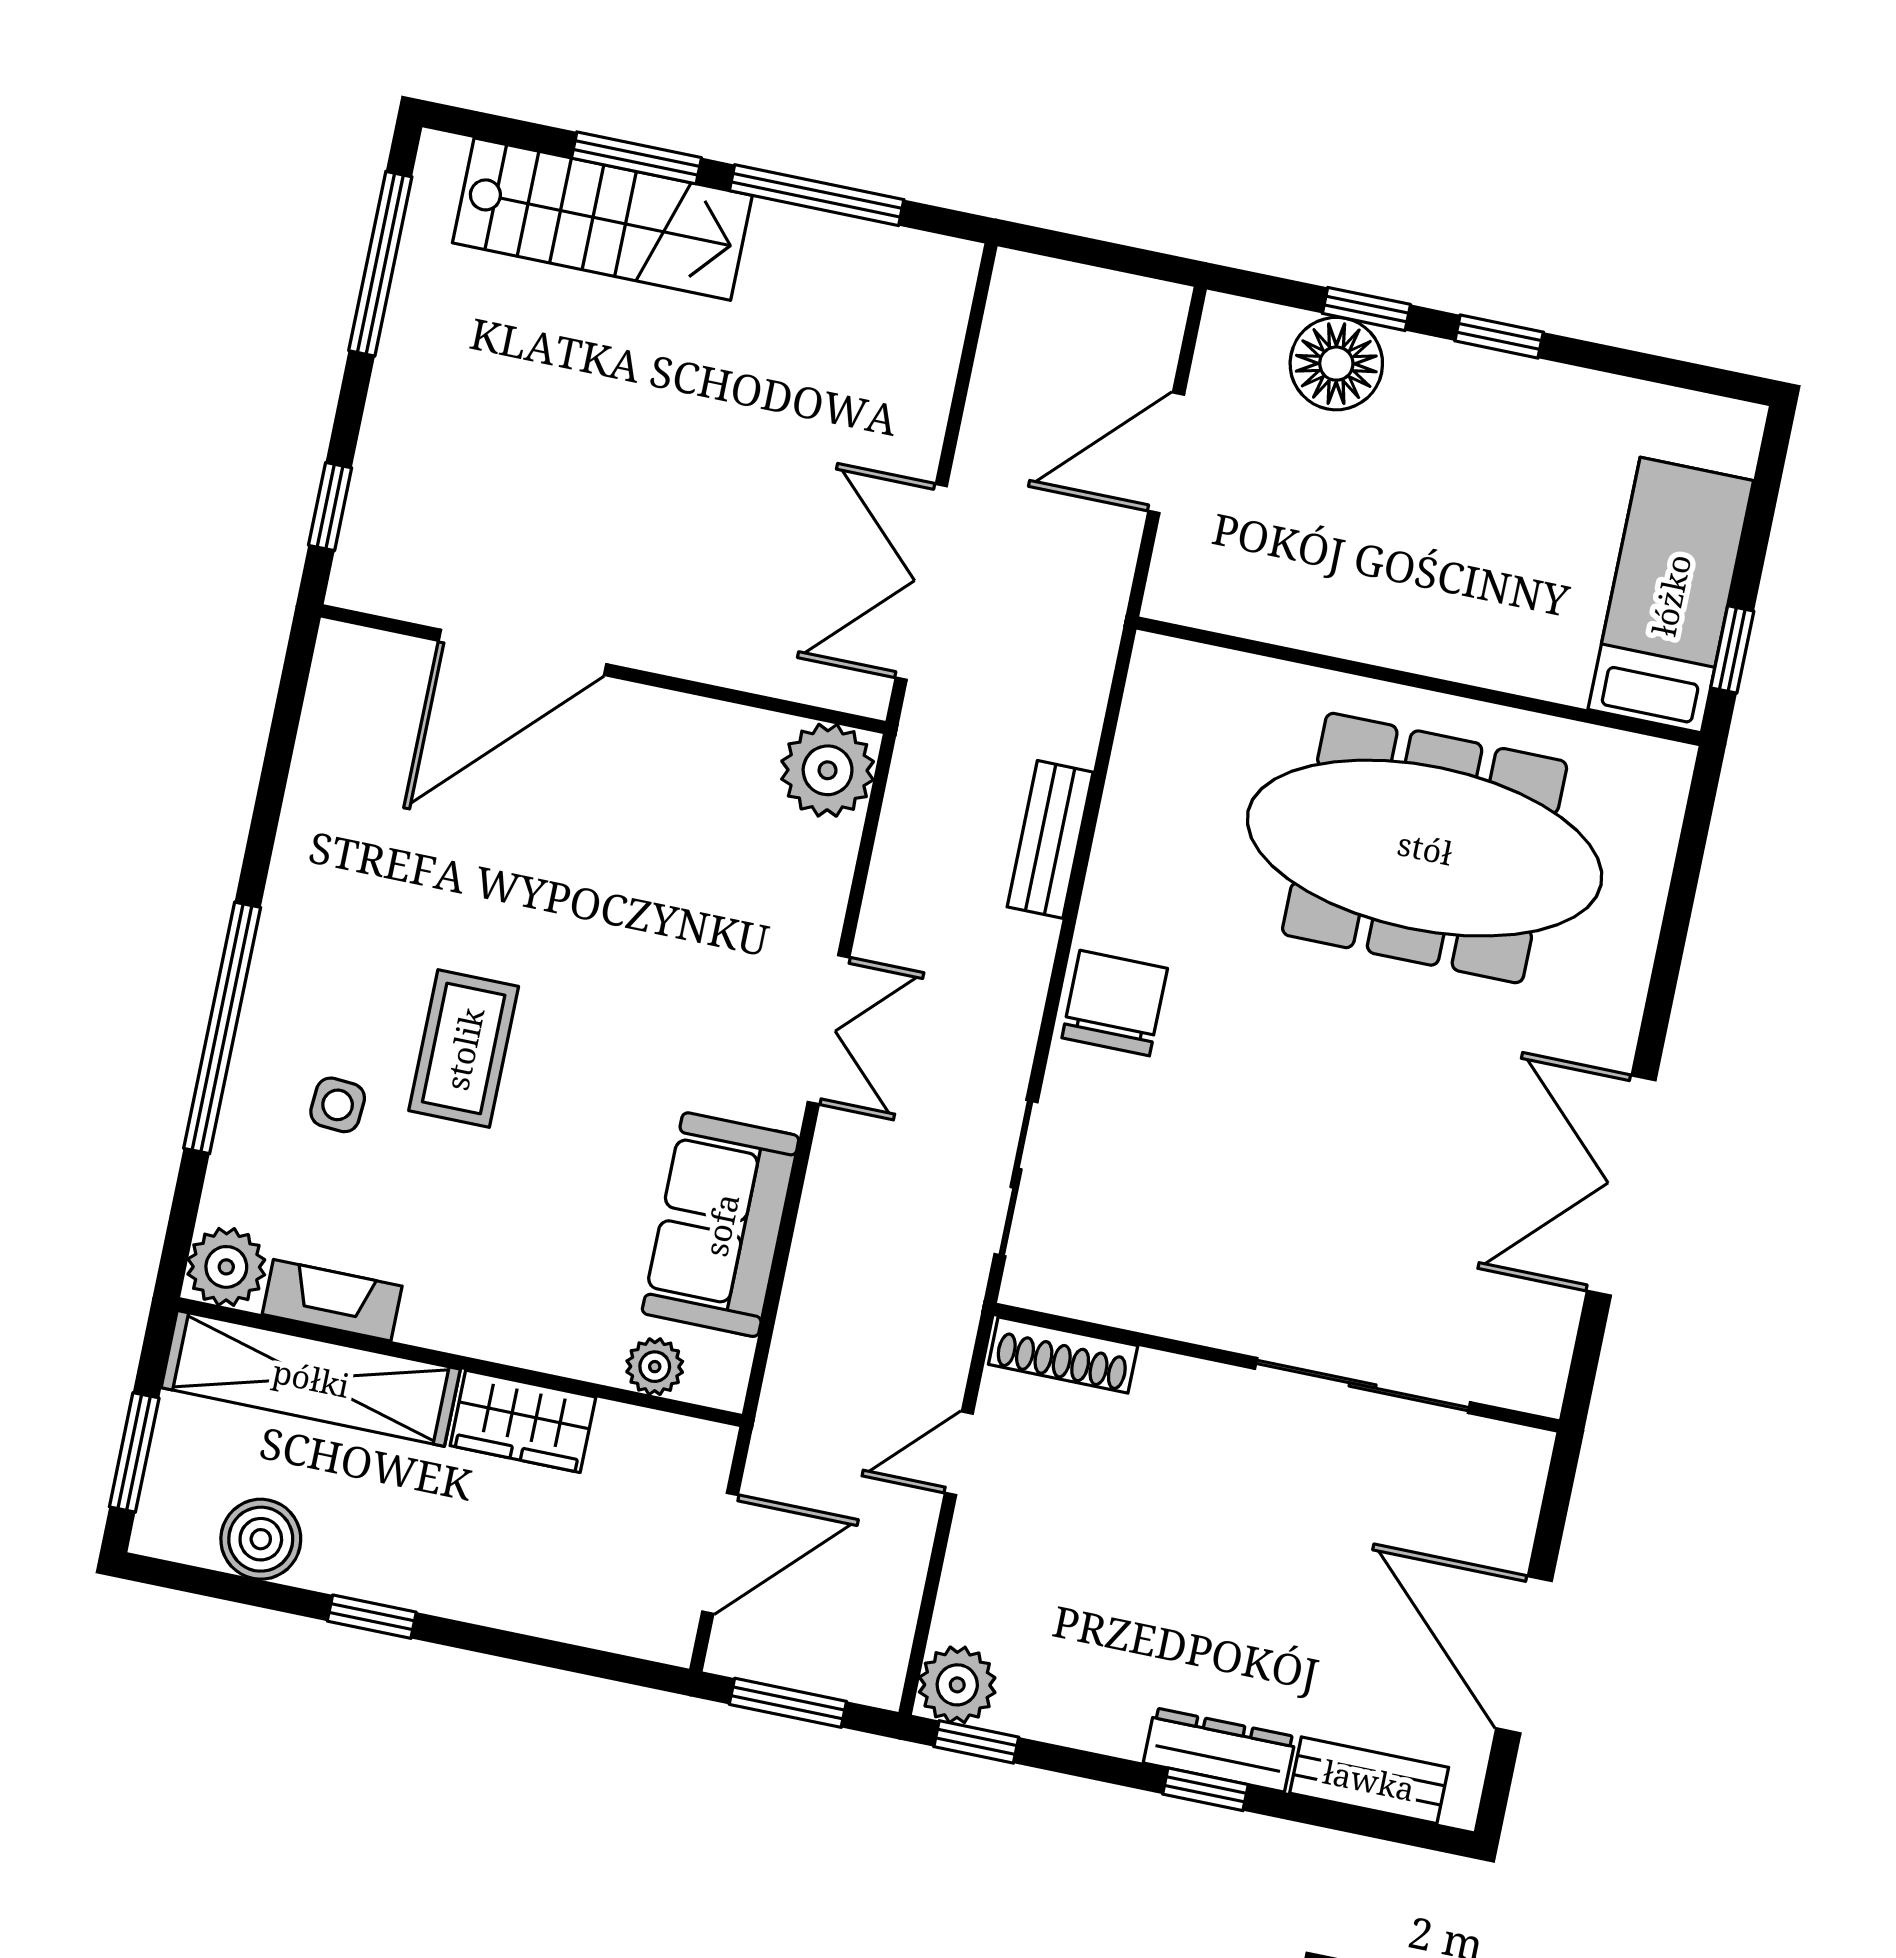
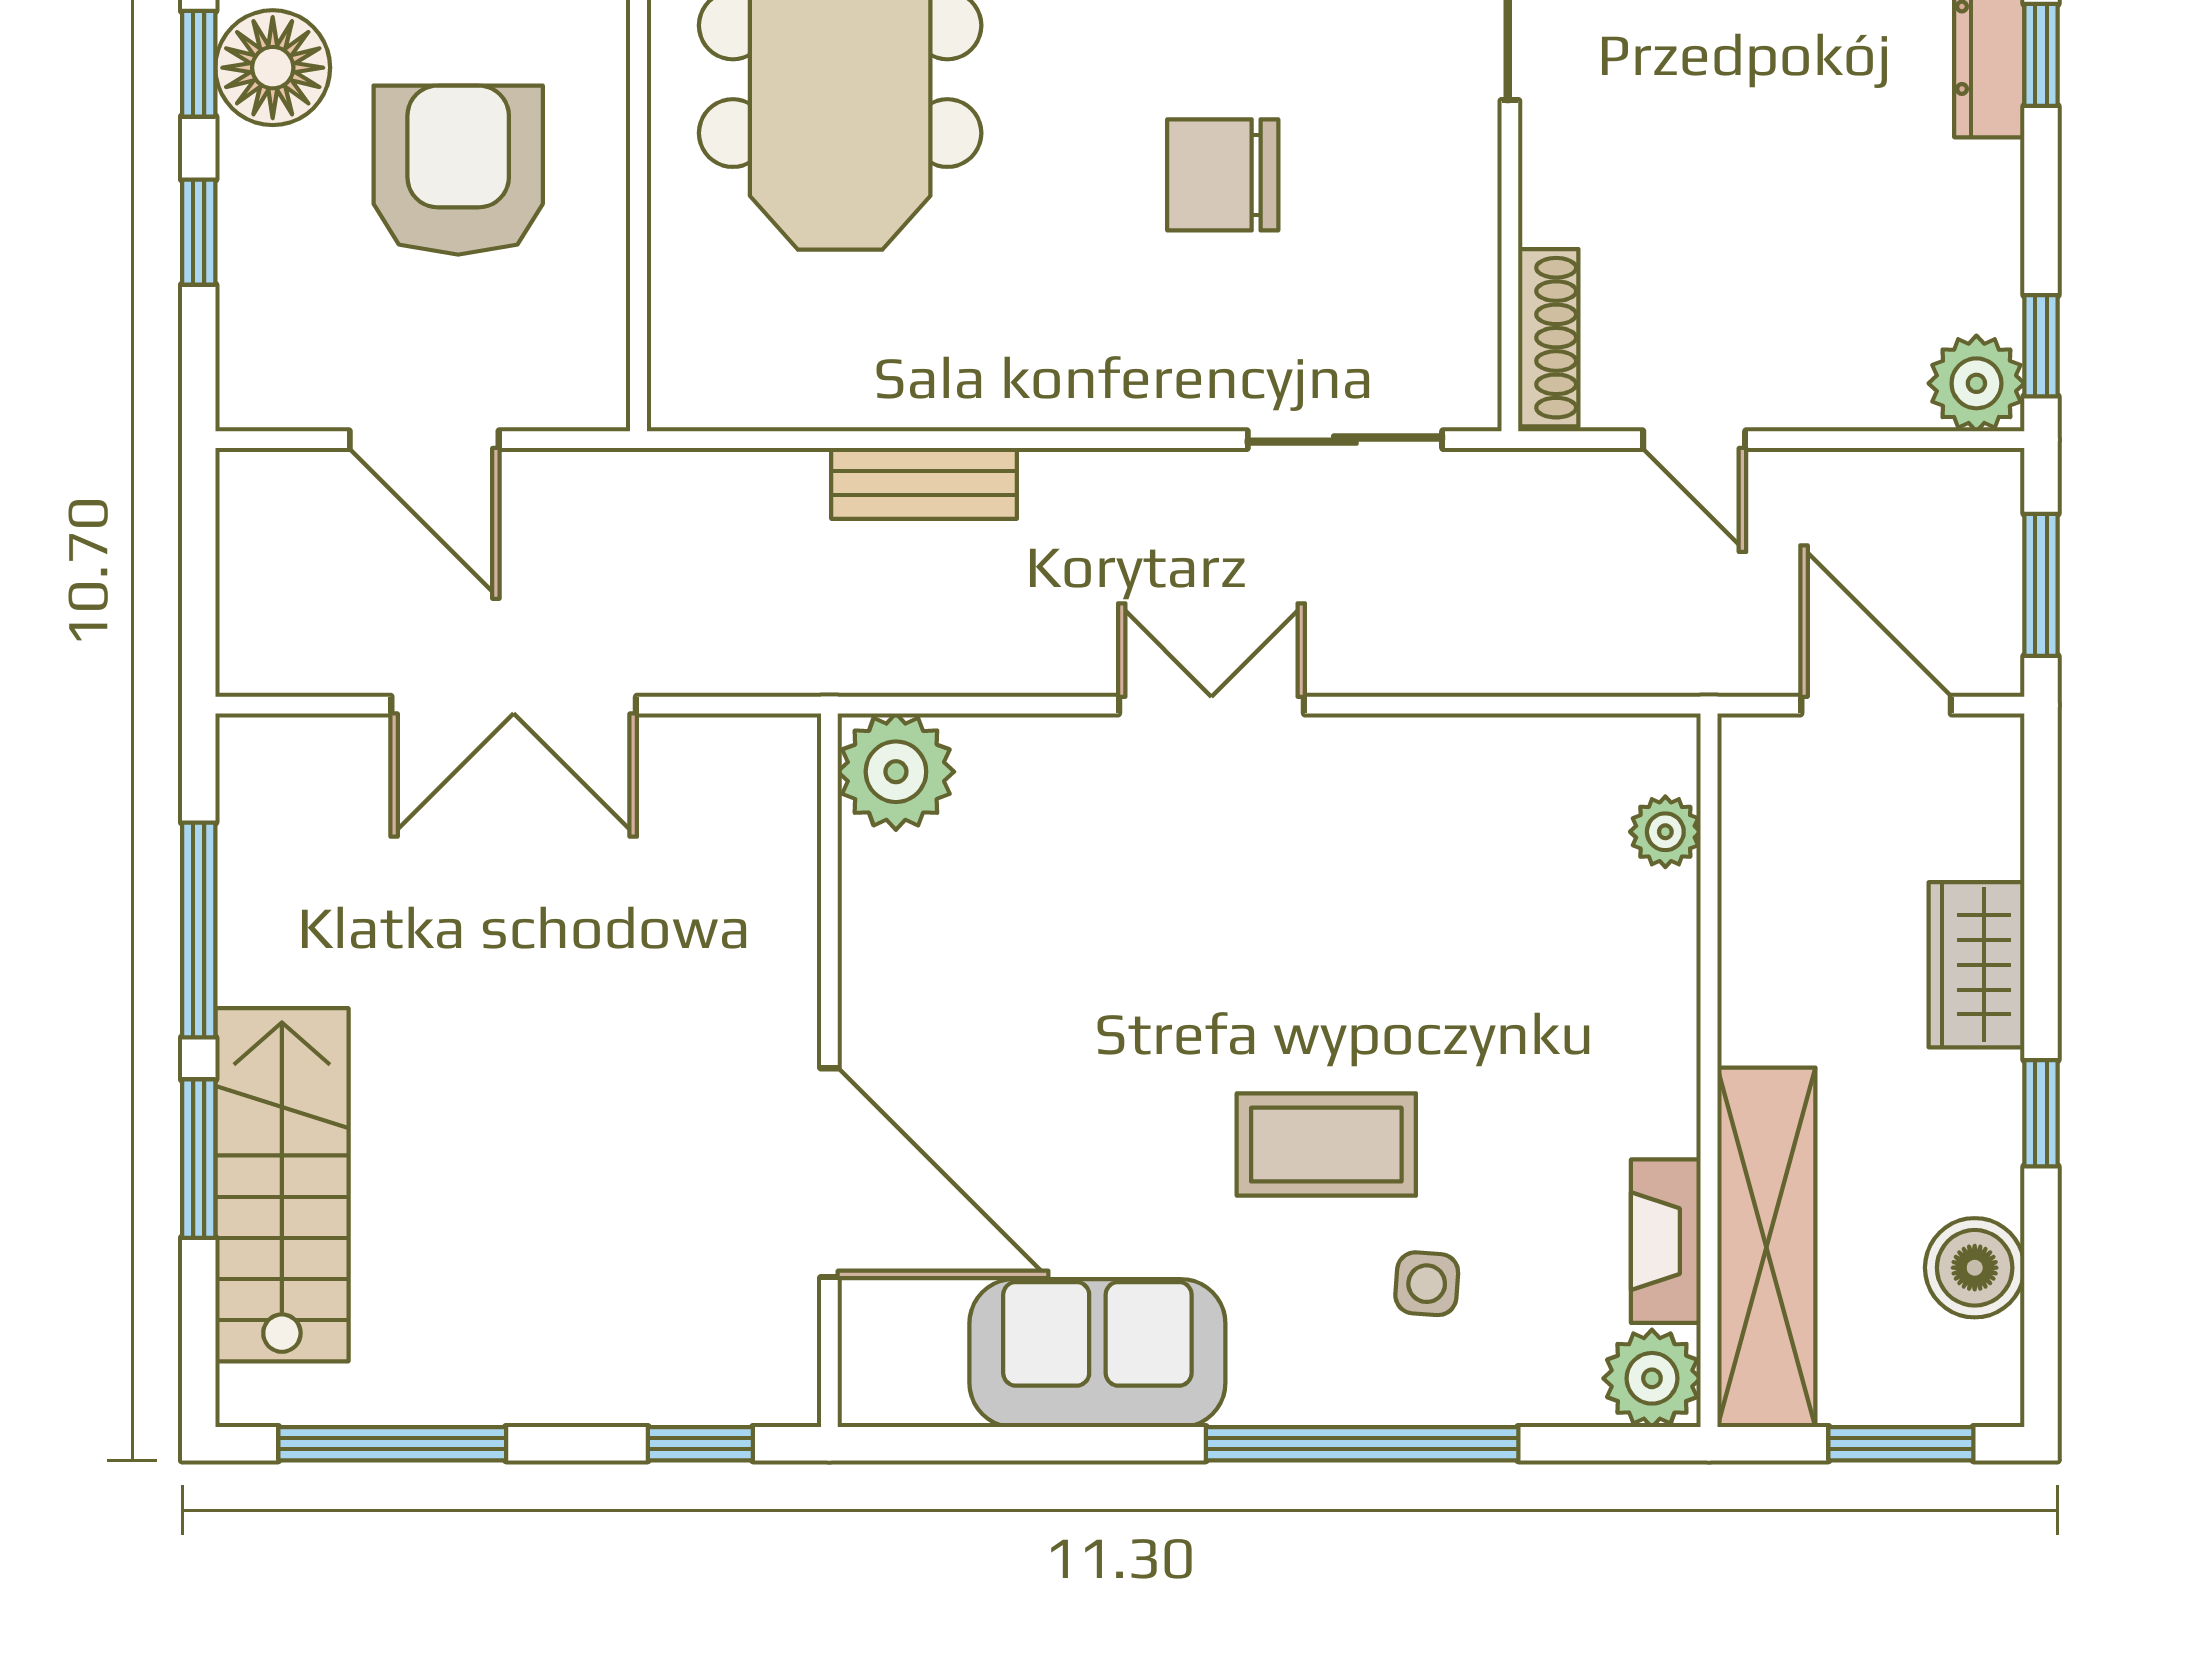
floor lamp: (1336, 364) -> (273, 68), moved
armchair: (1373, 524) -> (458, 170), added
double door: (921, 582) -> (514, 705), moved
chair: (1115, 1003) -> (1223, 175), moved
sofa: (721, 1225) -> (1097, 1353), moved, turned 180
wardrobe: (523, 1421) -> (1976, 965), moved, turned 180

